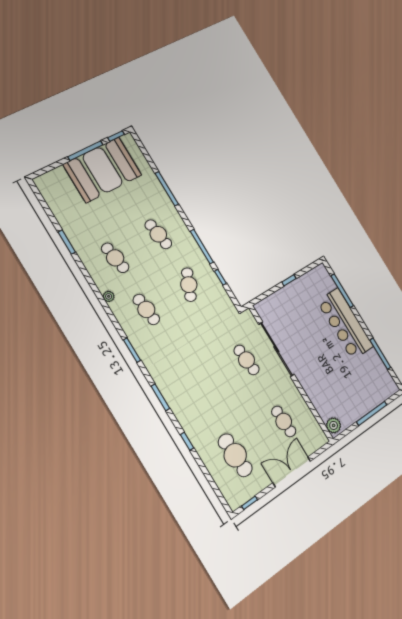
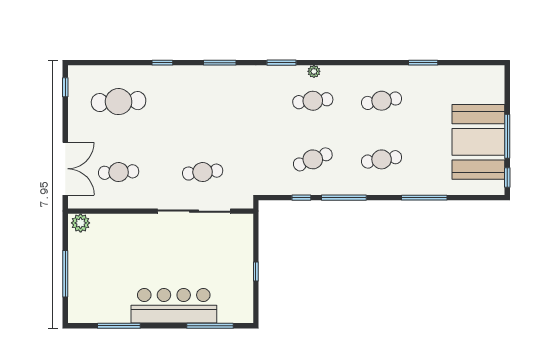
cafe table: (189, 285) -> (313, 159), turned -45
plant: (109, 296) -> (314, 71), moved
double door: (292, 472) -> (65, 169), moved

